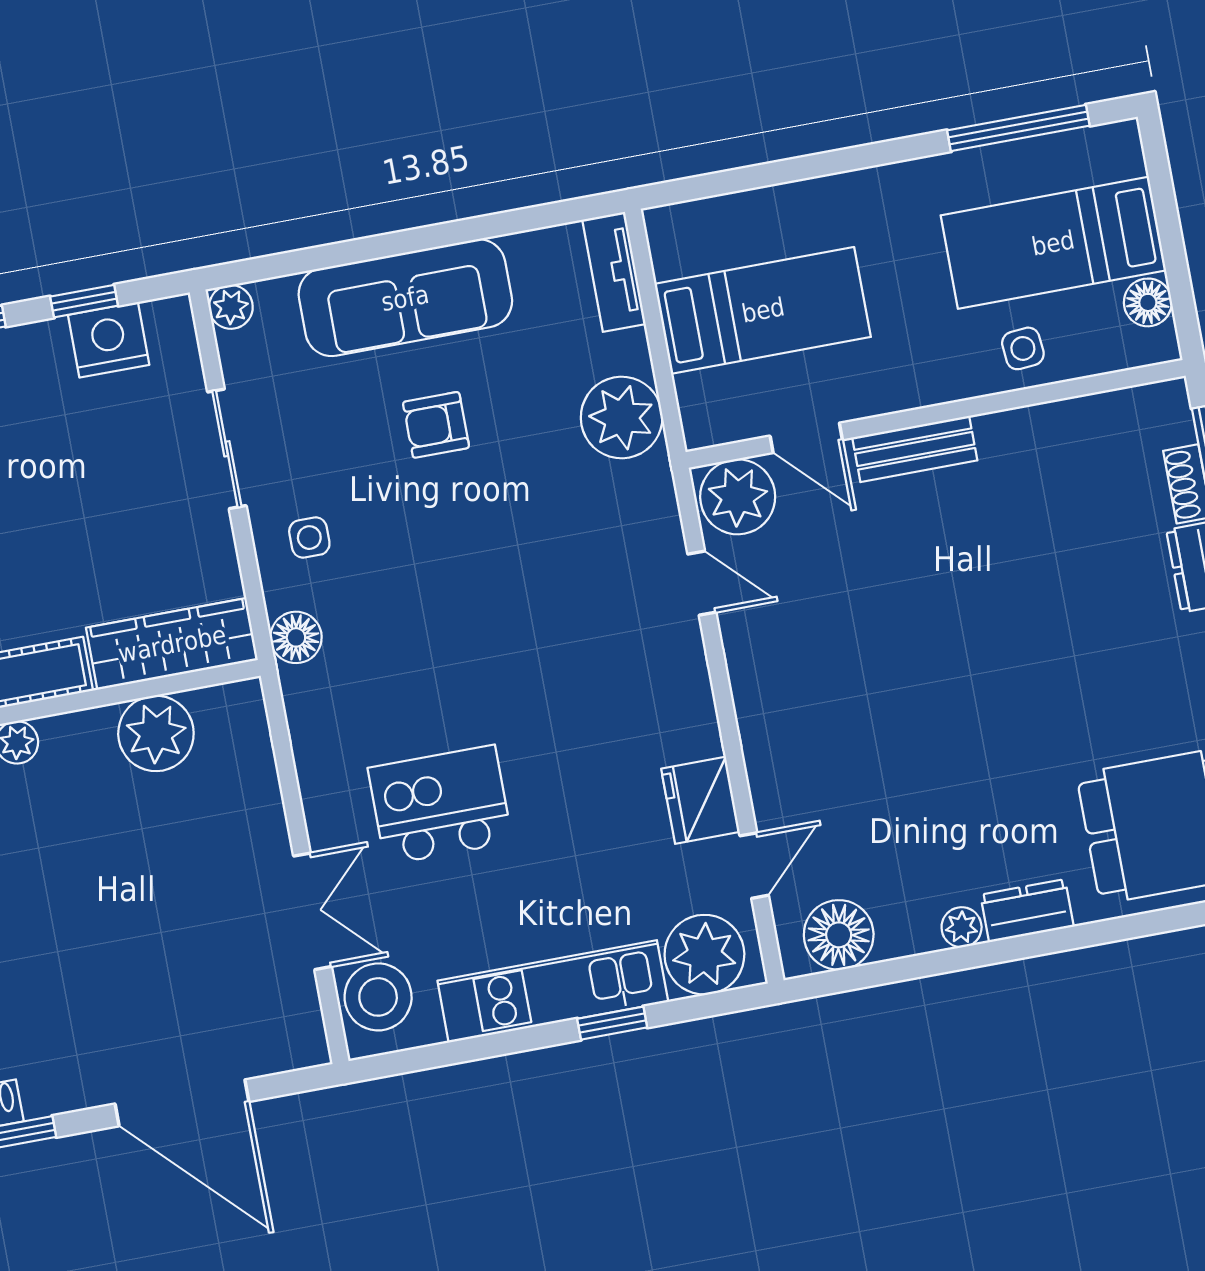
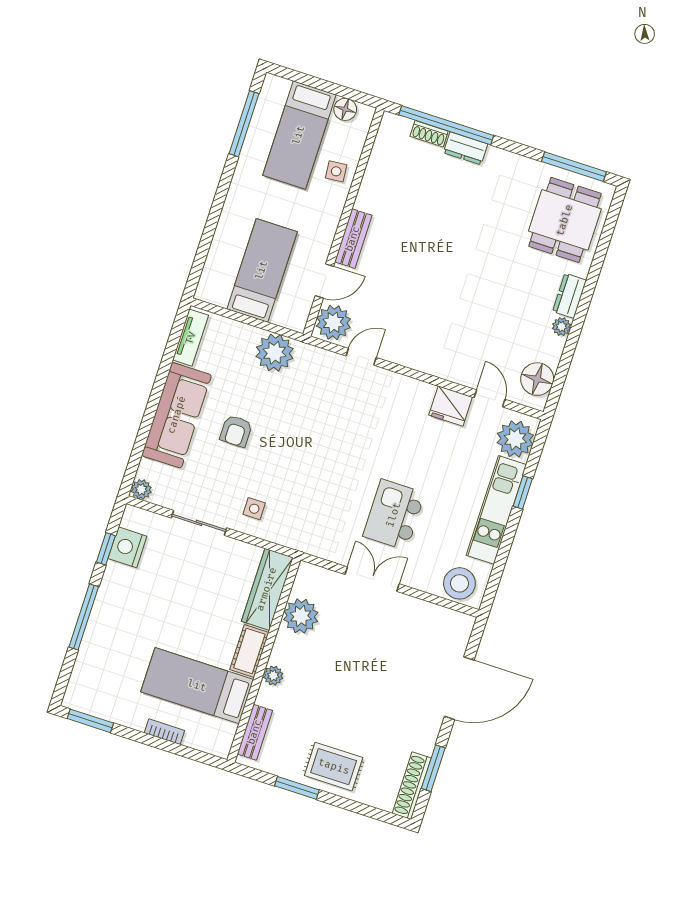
tv unit: (614, 272) -> (191, 338), moved, turned -90
floor lamp: (296, 637) -> (292, 537), removed
double door: (313, 911) -> (372, 579), moved

